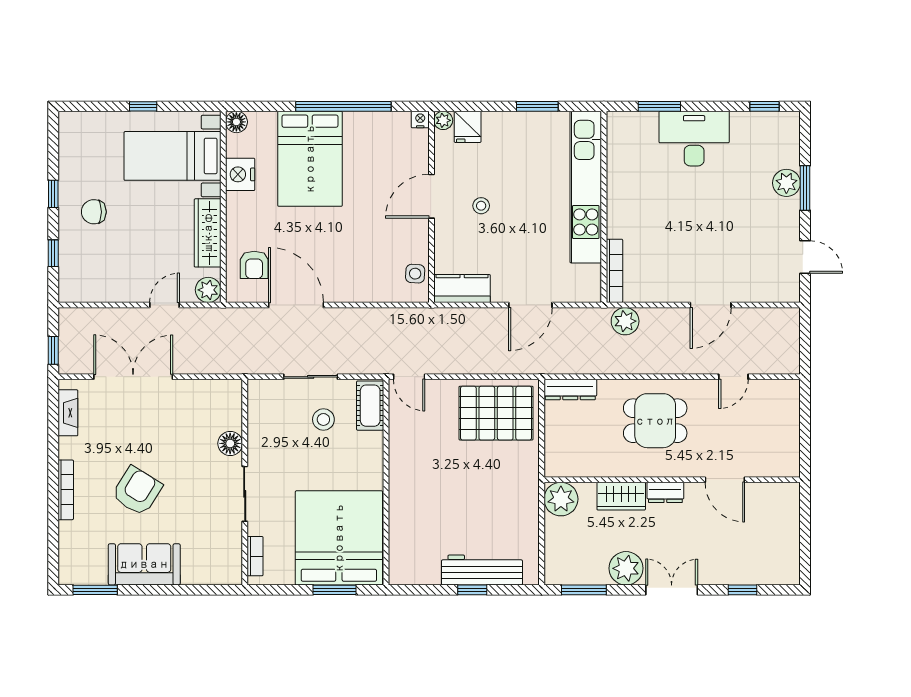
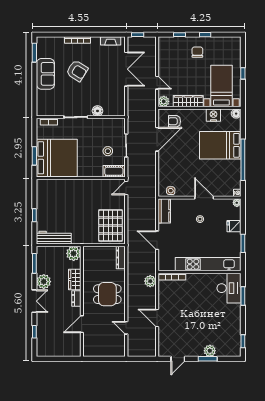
fridge: (468, 127) -> (234, 226), moved
desk: (694, 139) -> (229, 288), moved
dining table: (655, 421) -> (107, 294), turned 90
workbench: (482, 570) -> (54, 238), moved, turned -90

